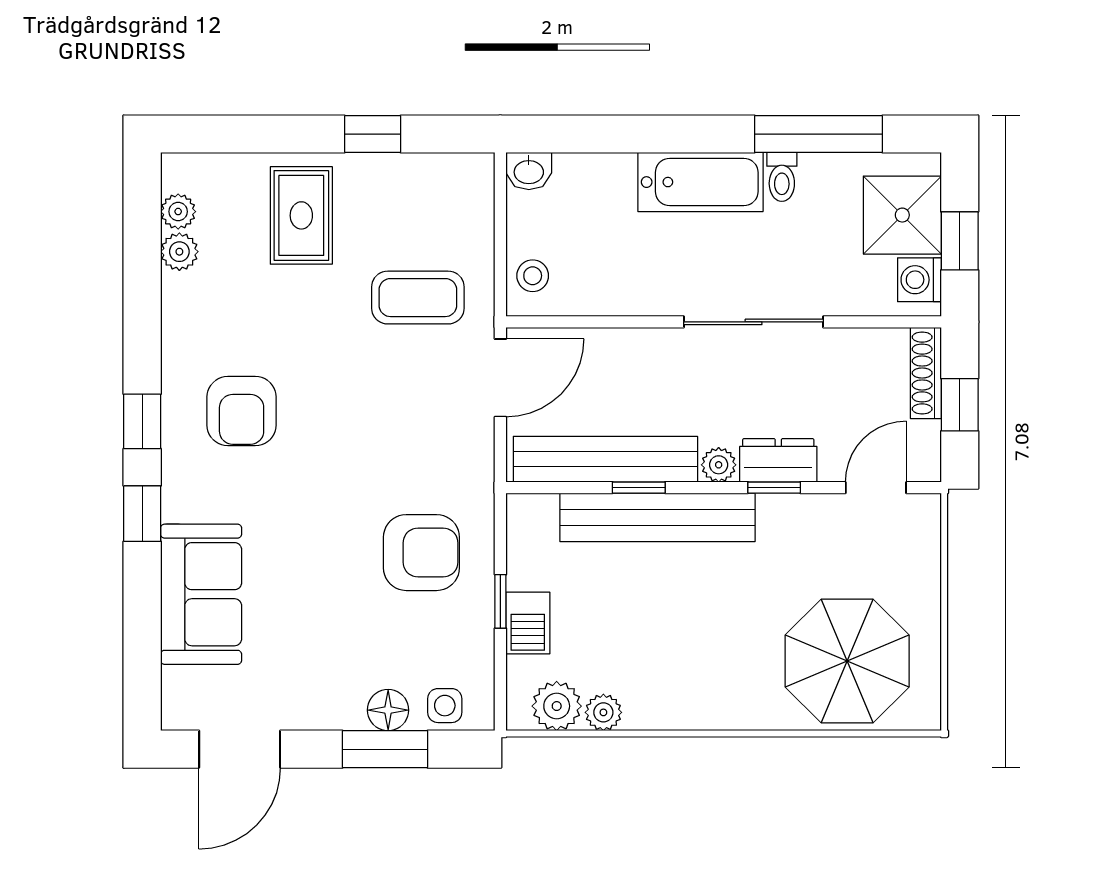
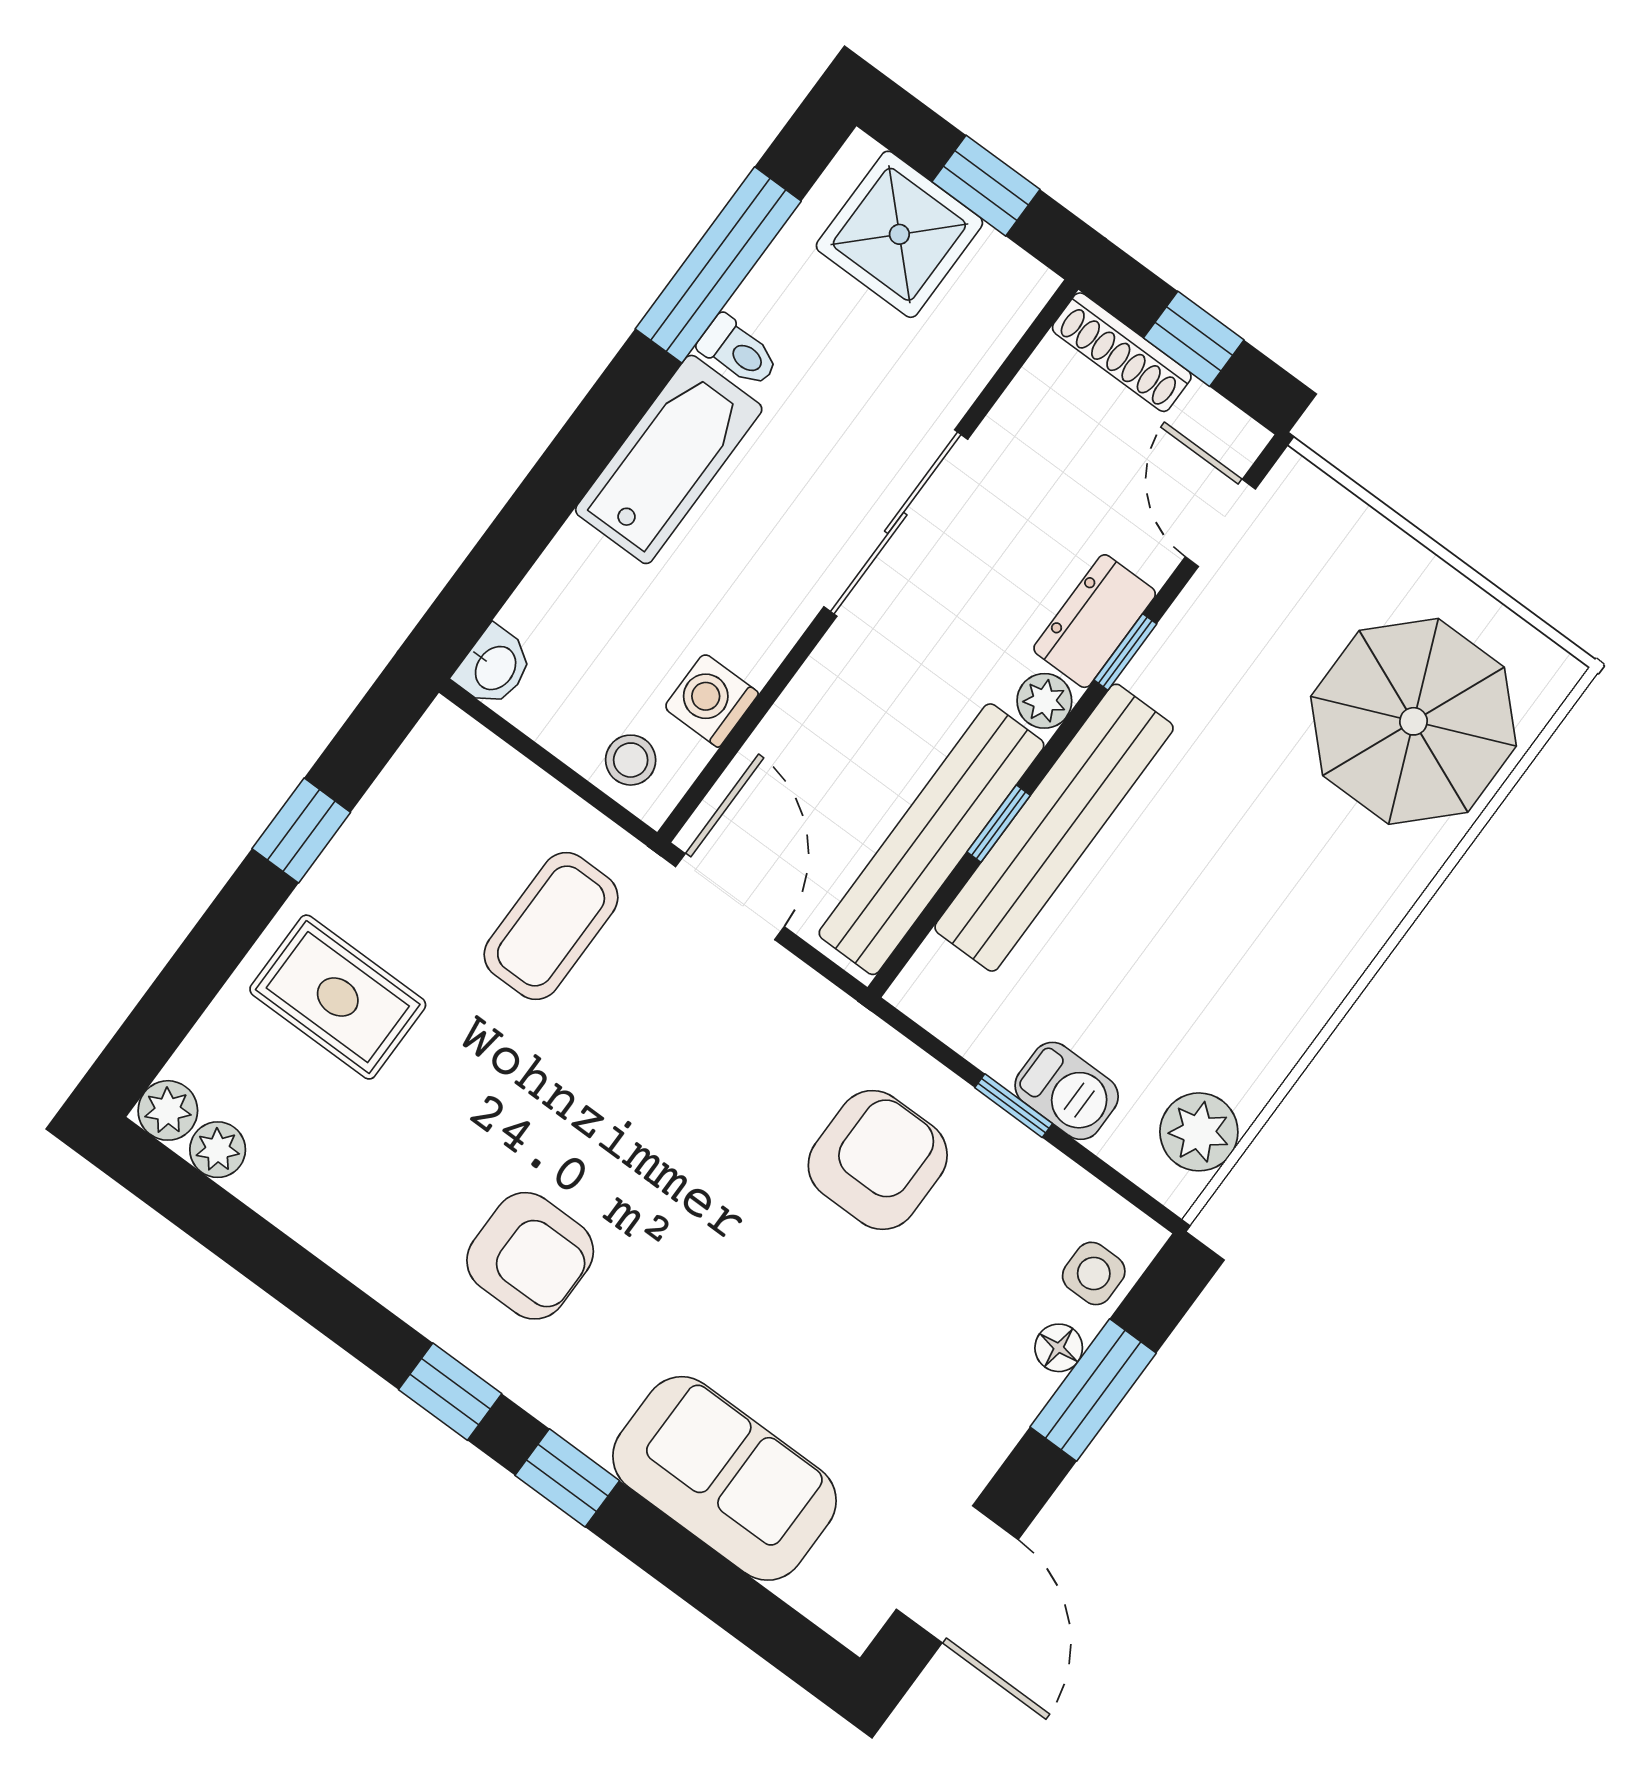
plant: (179, 252) -> (168, 1110), moved
washing machine: (919, 280) -> (711, 700), moved, turned 90
floor lamp: (388, 710) -> (1059, 1348), width x0.73, depth x0.73
plant: (603, 712) -> (1251, 1079), removed

